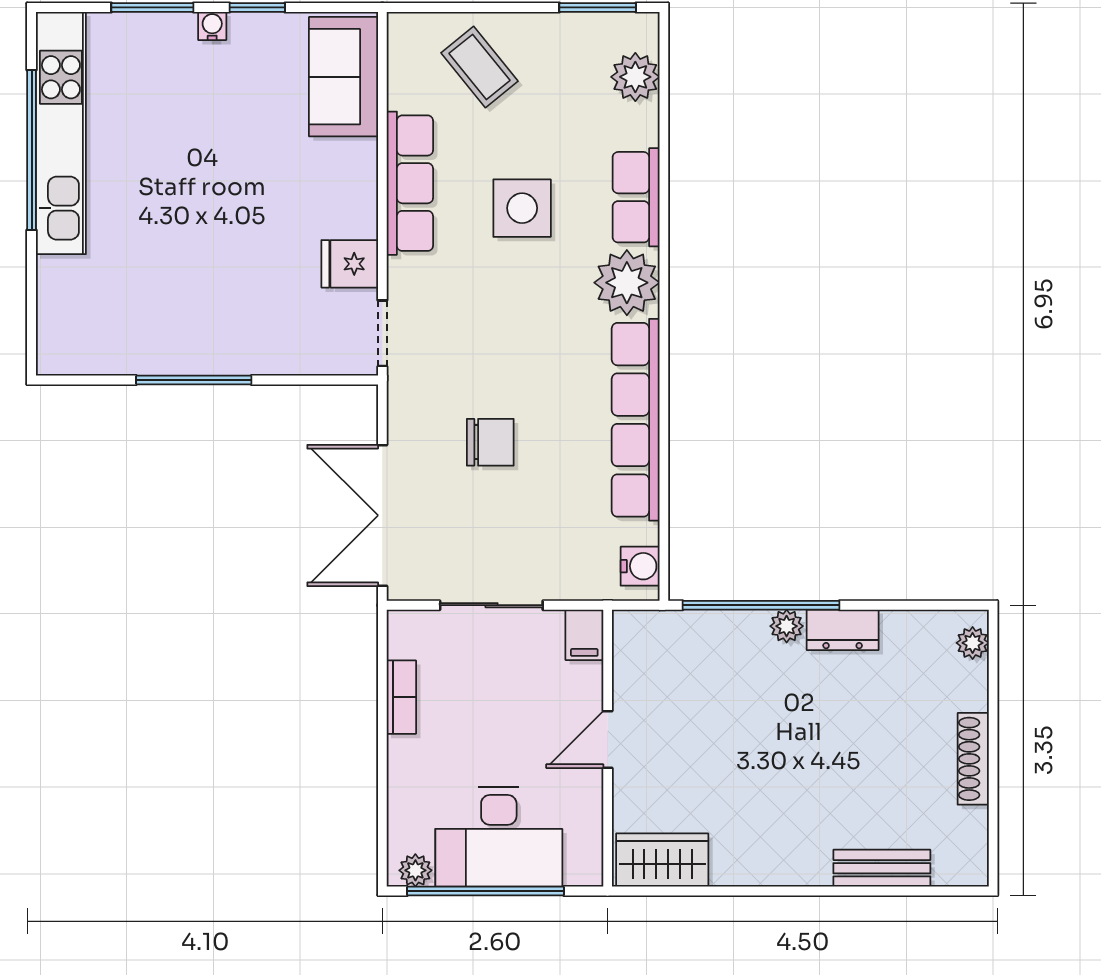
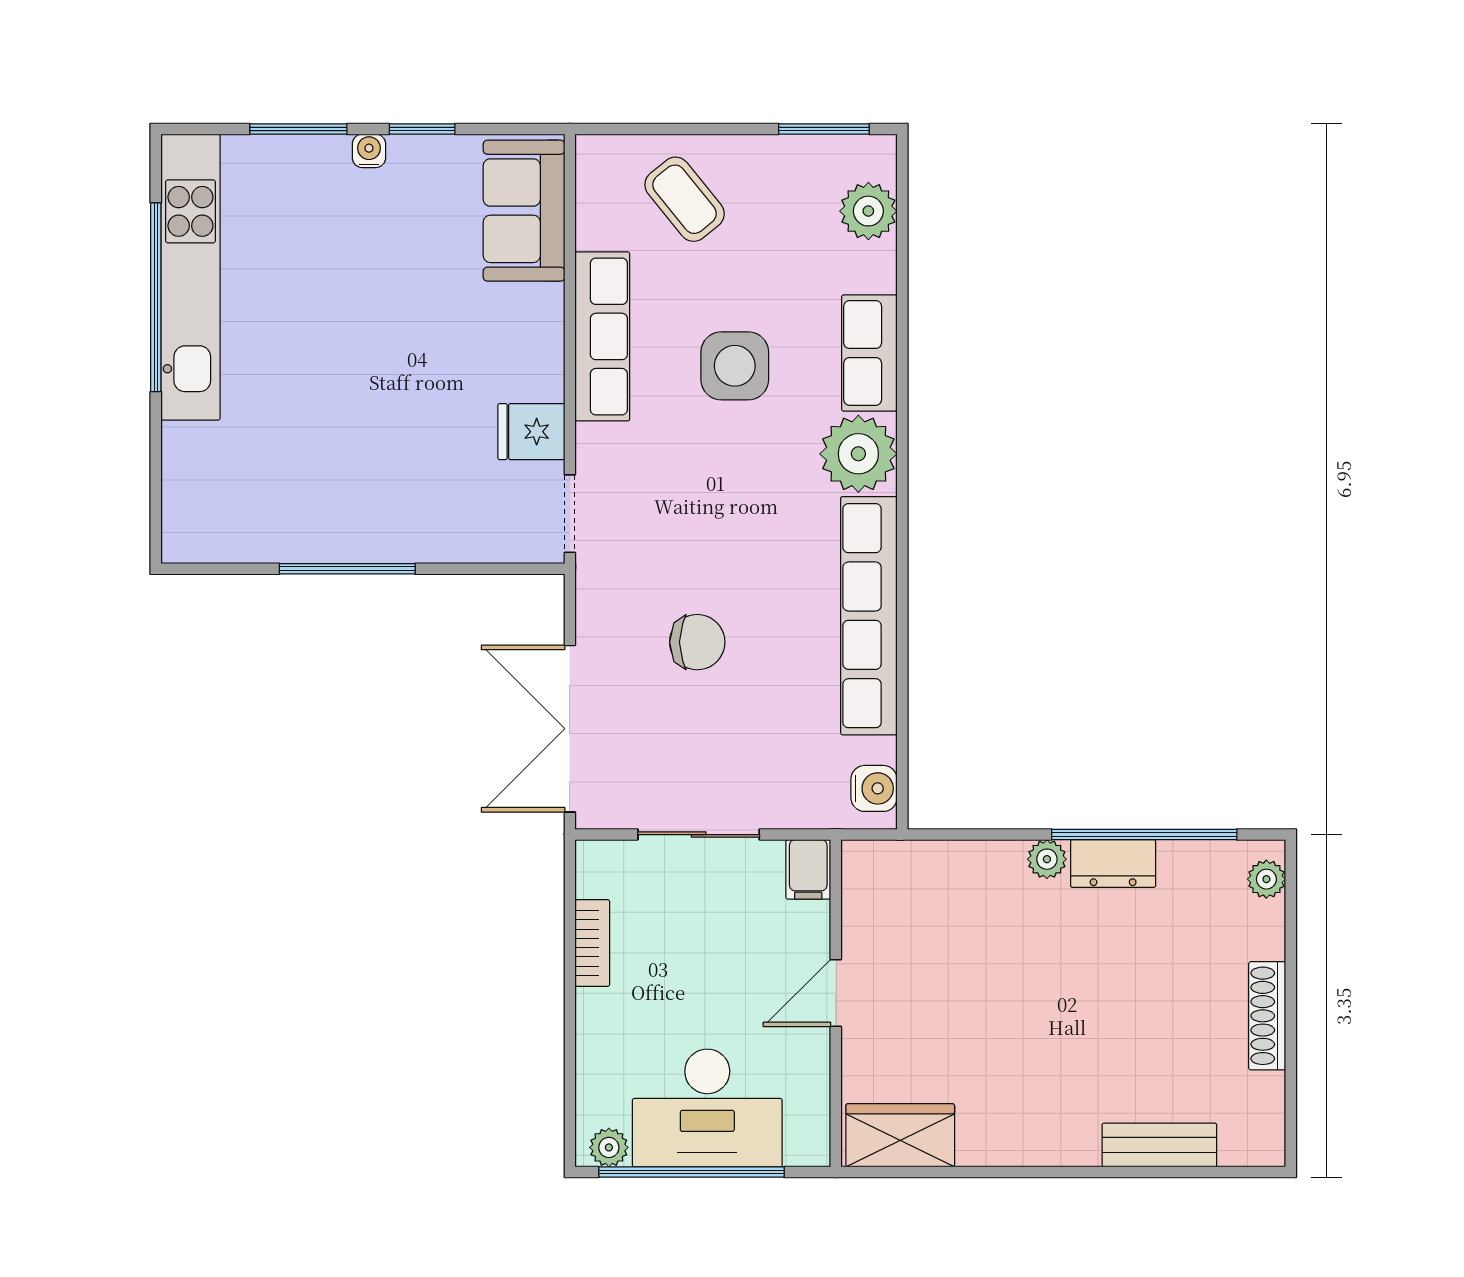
window: (761, 605) -> (1144, 835), moved

